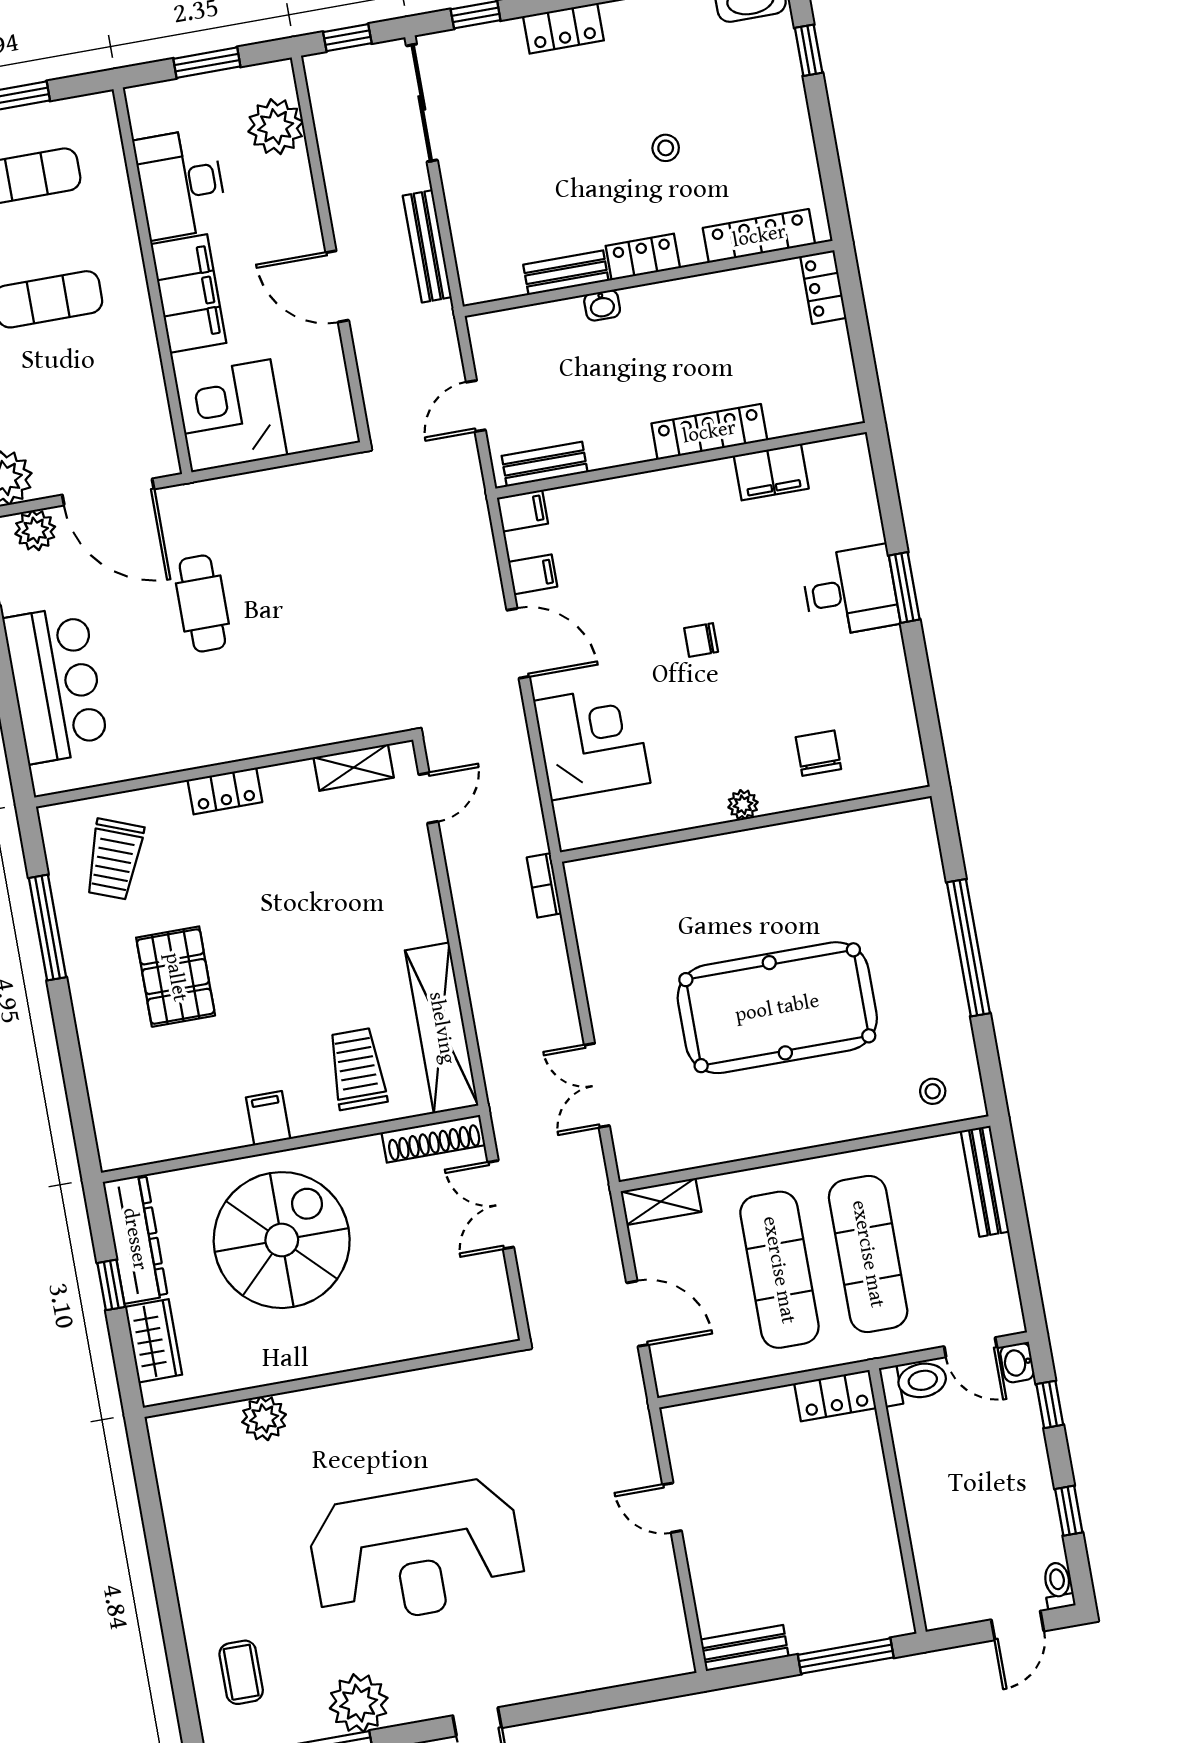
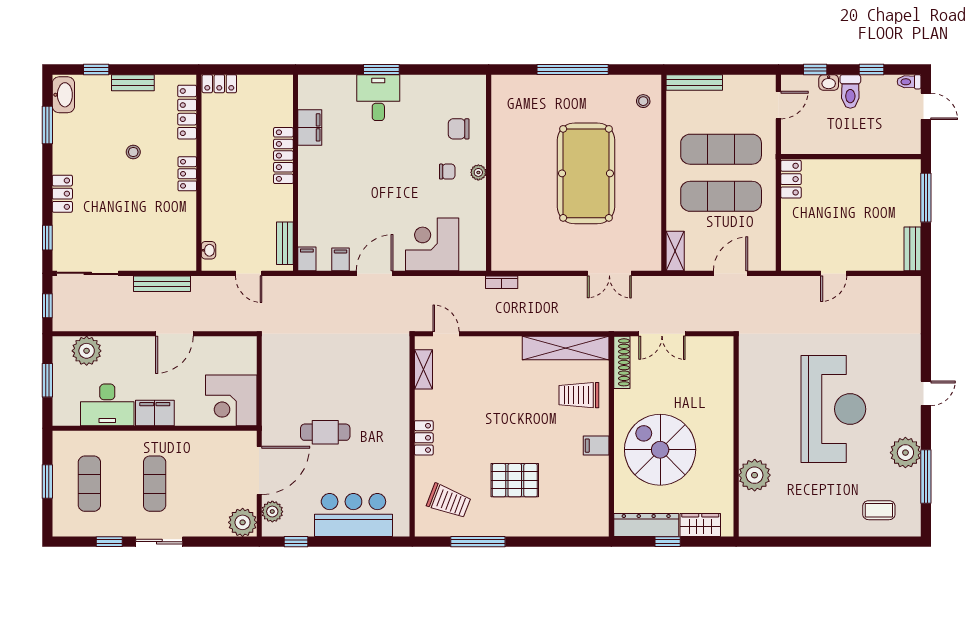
bench: (566, 273) -> (133, 83), moved, turned 90
filing cabinet: (188, 294) -> (155, 413), width x0.67, depth x0.86
washbasin: (602, 305) -> (208, 250), moved
chair: (701, 640) -> (447, 172), moved, turned -90
washbasin: (1017, 1363) -> (829, 82), moved
toilet: (914, 1382) -> (850, 91), moved, turned 180
plant: (264, 1418) -> (755, 475), width x1.36, depth x1.36

